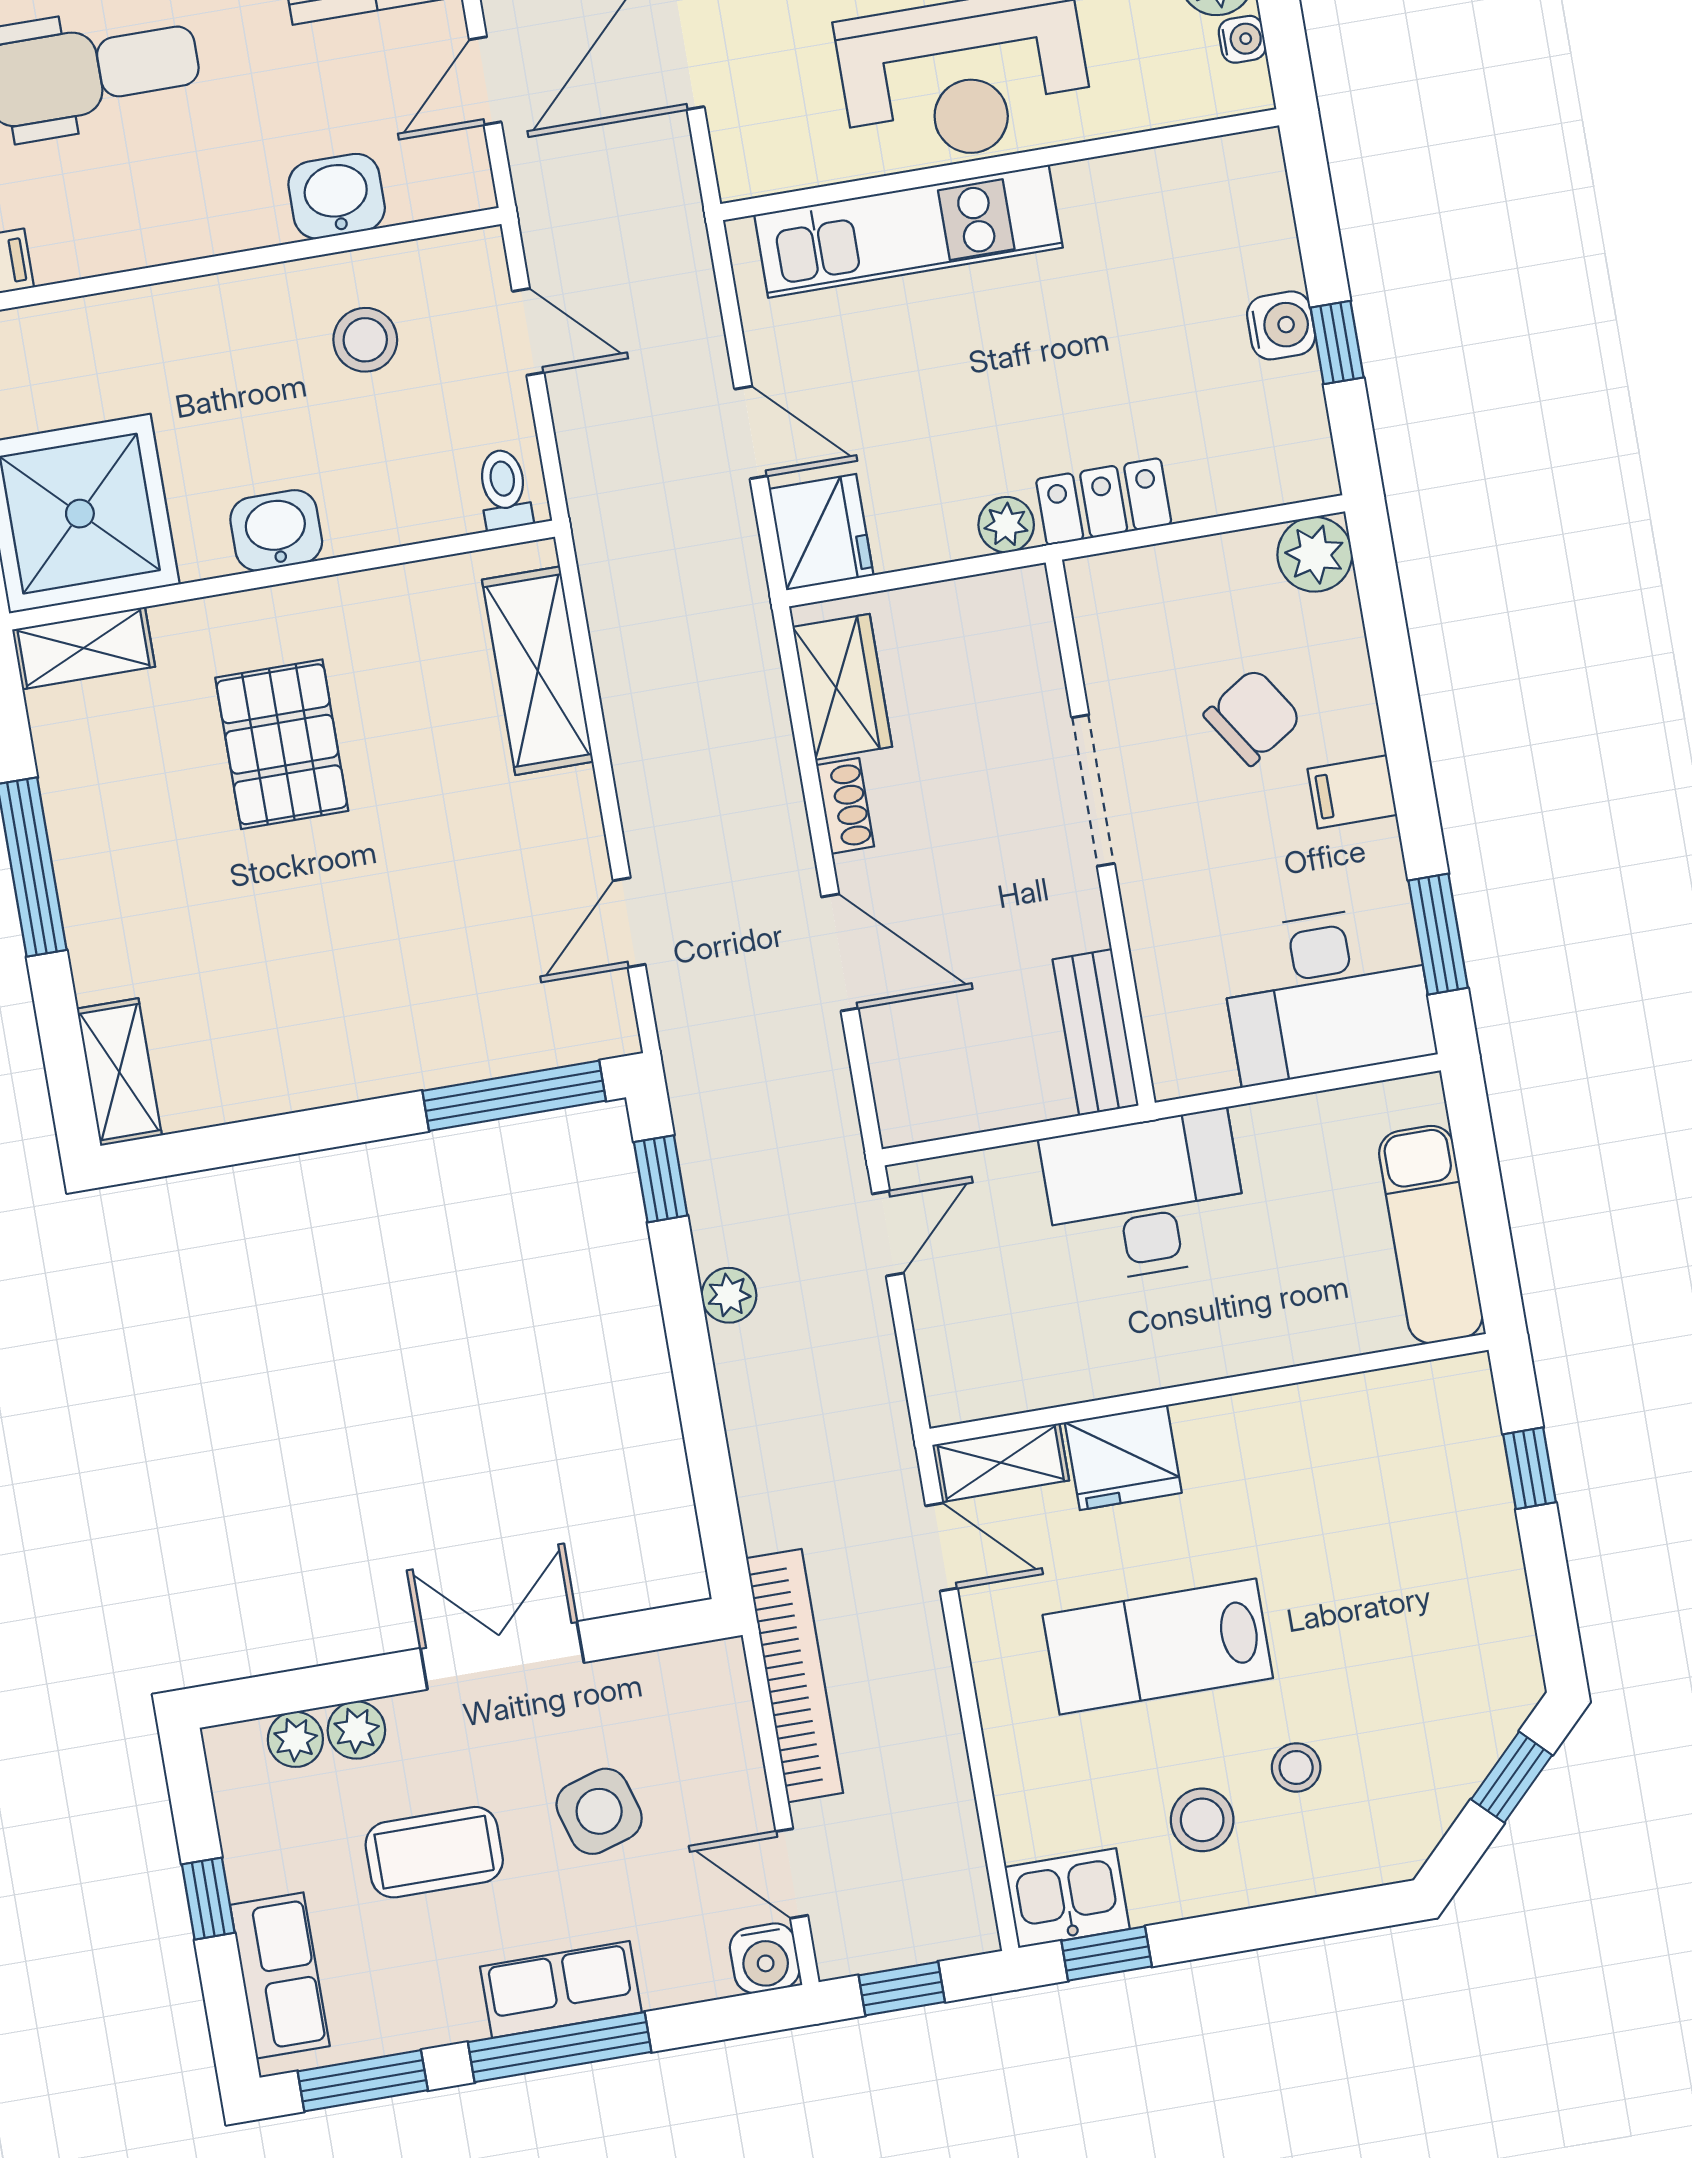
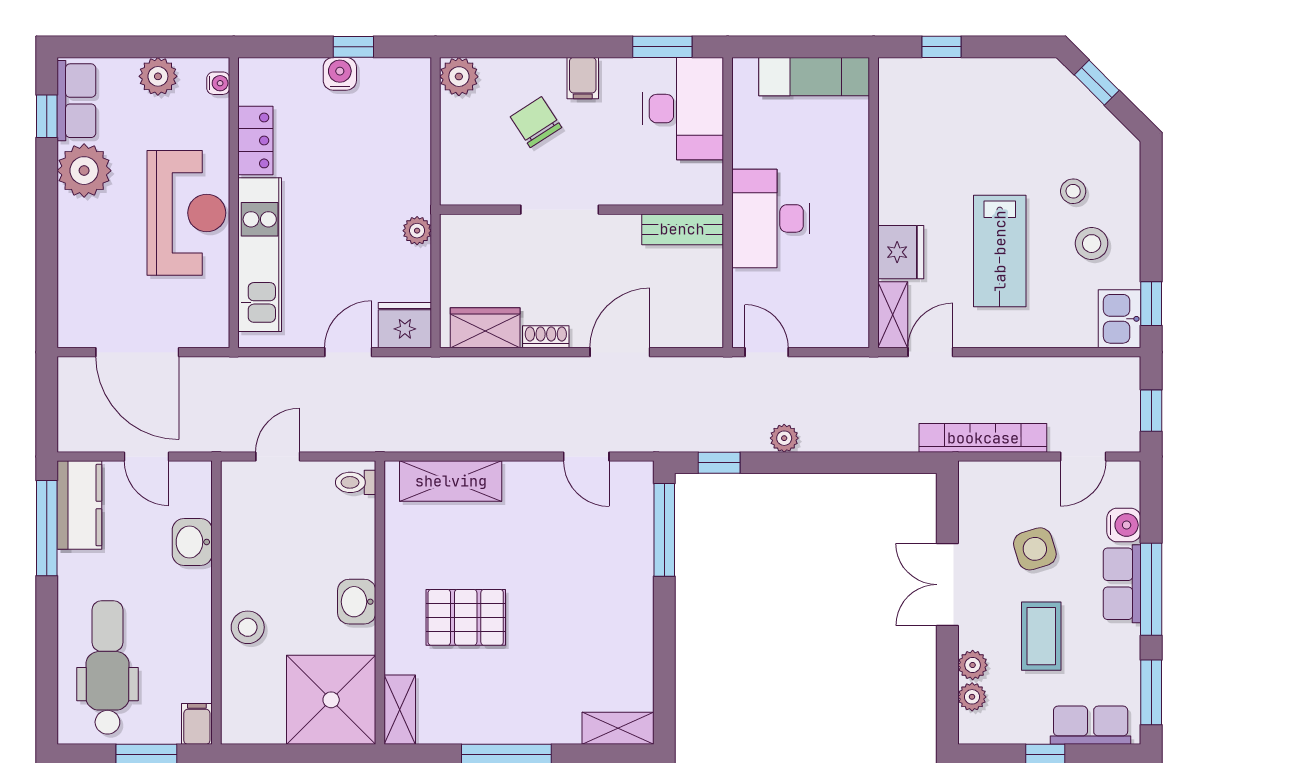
water cooler: (1242, 39) -> (218, 83), moved, turned 90
stool: (365, 340) -> (248, 627), moved
locker: (1104, 502) -> (255, 140), moved, turned 180
water cooler: (765, 1958) -> (1124, 525), moved

